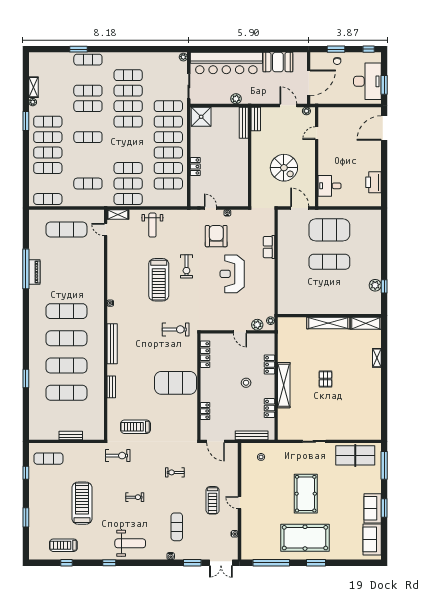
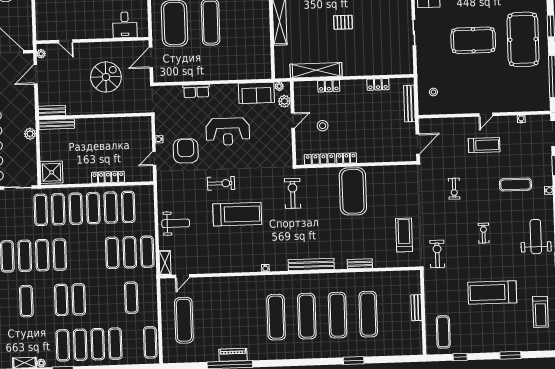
exercise mat: (88, 106) -> (61, 300), moved
locker: (195, 166) -> (108, 177), width x1.53
armchair: (216, 236) -> (186, 151), turned 90
sofa: (265, 300) -> (256, 93), added
stool: (246, 383) -> (323, 126), moved
shelving: (284, 385) -> (316, 70), moved
locker: (205, 411) -> (347, 158), moved
treadmill: (135, 427) -> (404, 235), turned 180

